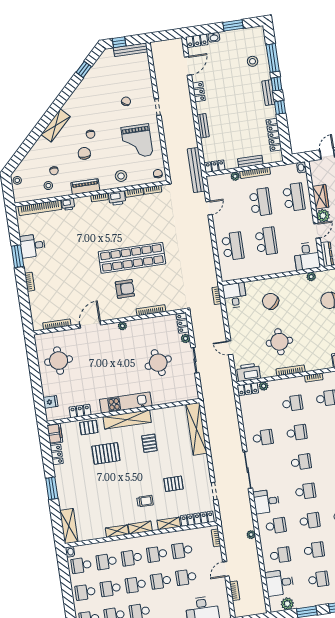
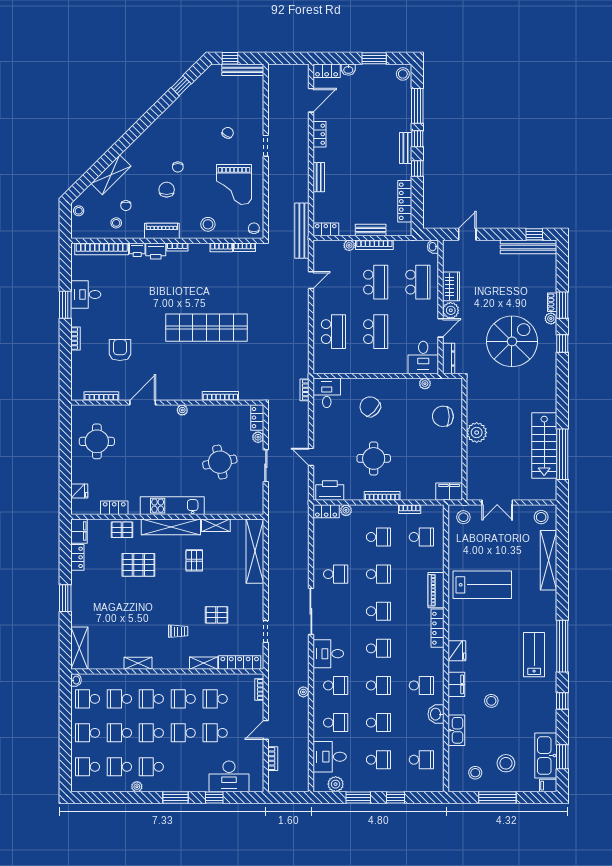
stool: (253, 61) -> (403, 74), moved
shelving: (56, 125) -> (111, 175), moved
printer: (117, 198) -> (156, 251), moved
armchair: (125, 289) -> (120, 350), moved, turned -90
shelving: (140, 528) -> (216, 525), moved

